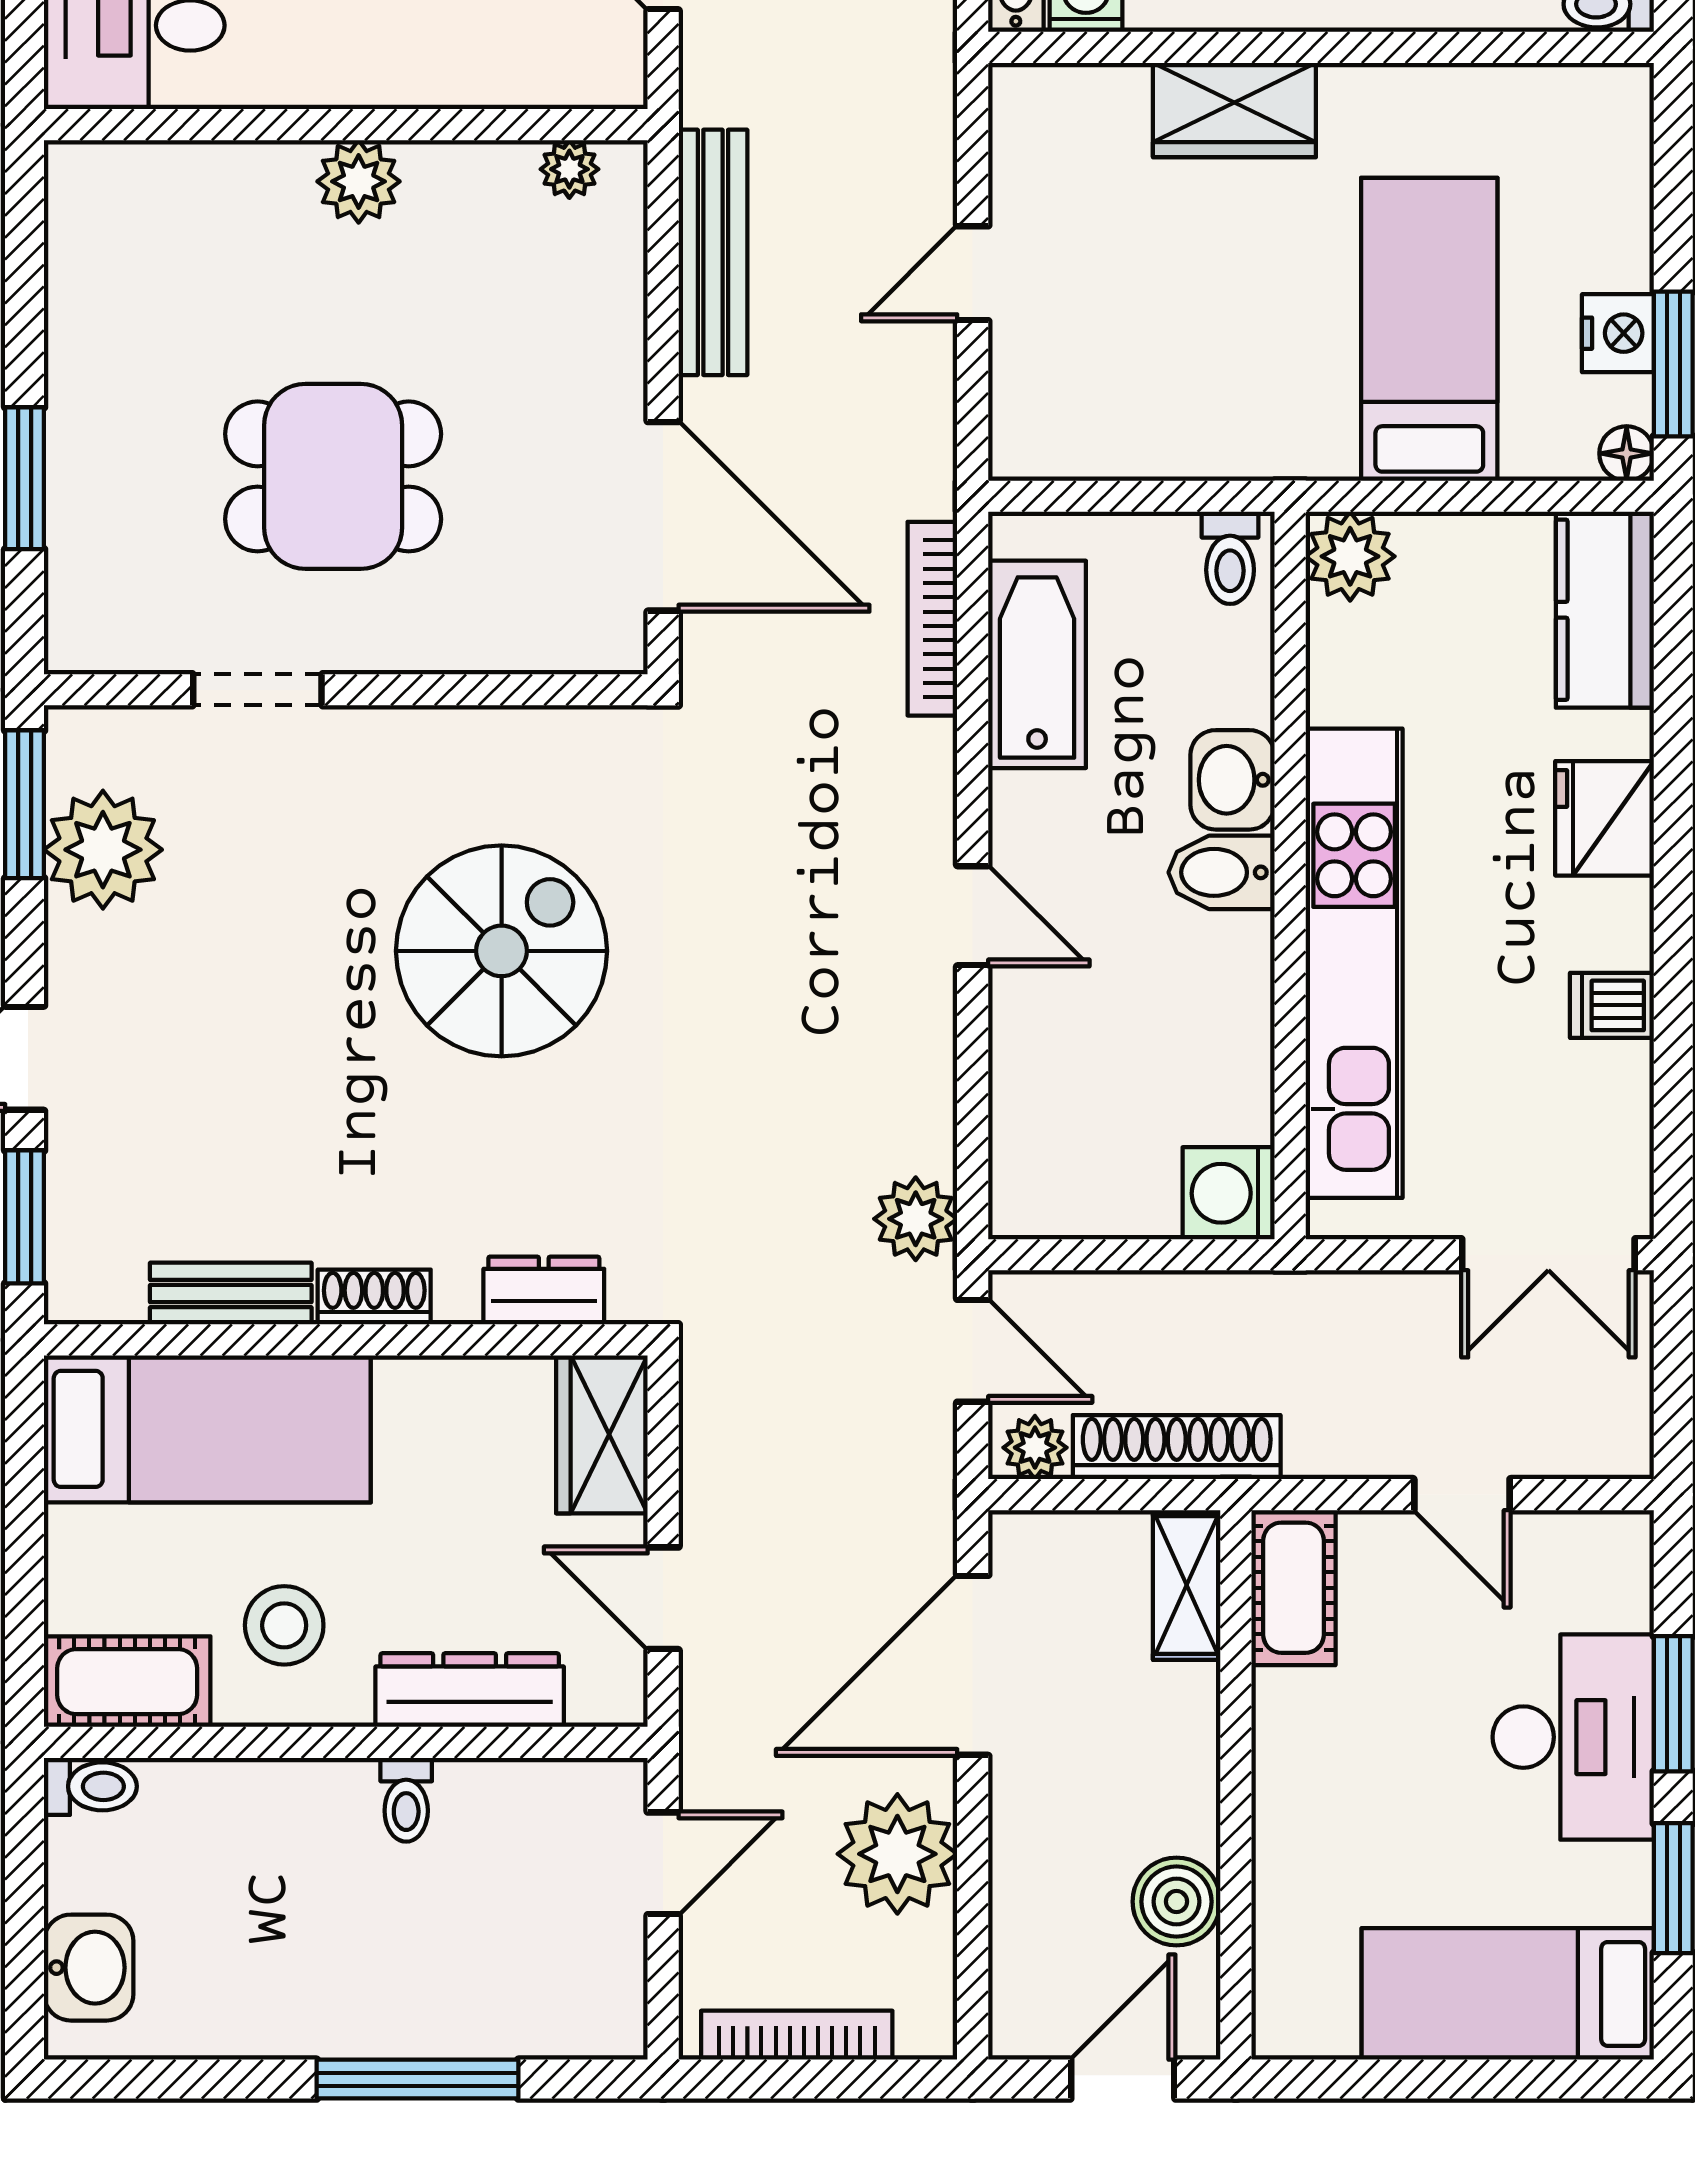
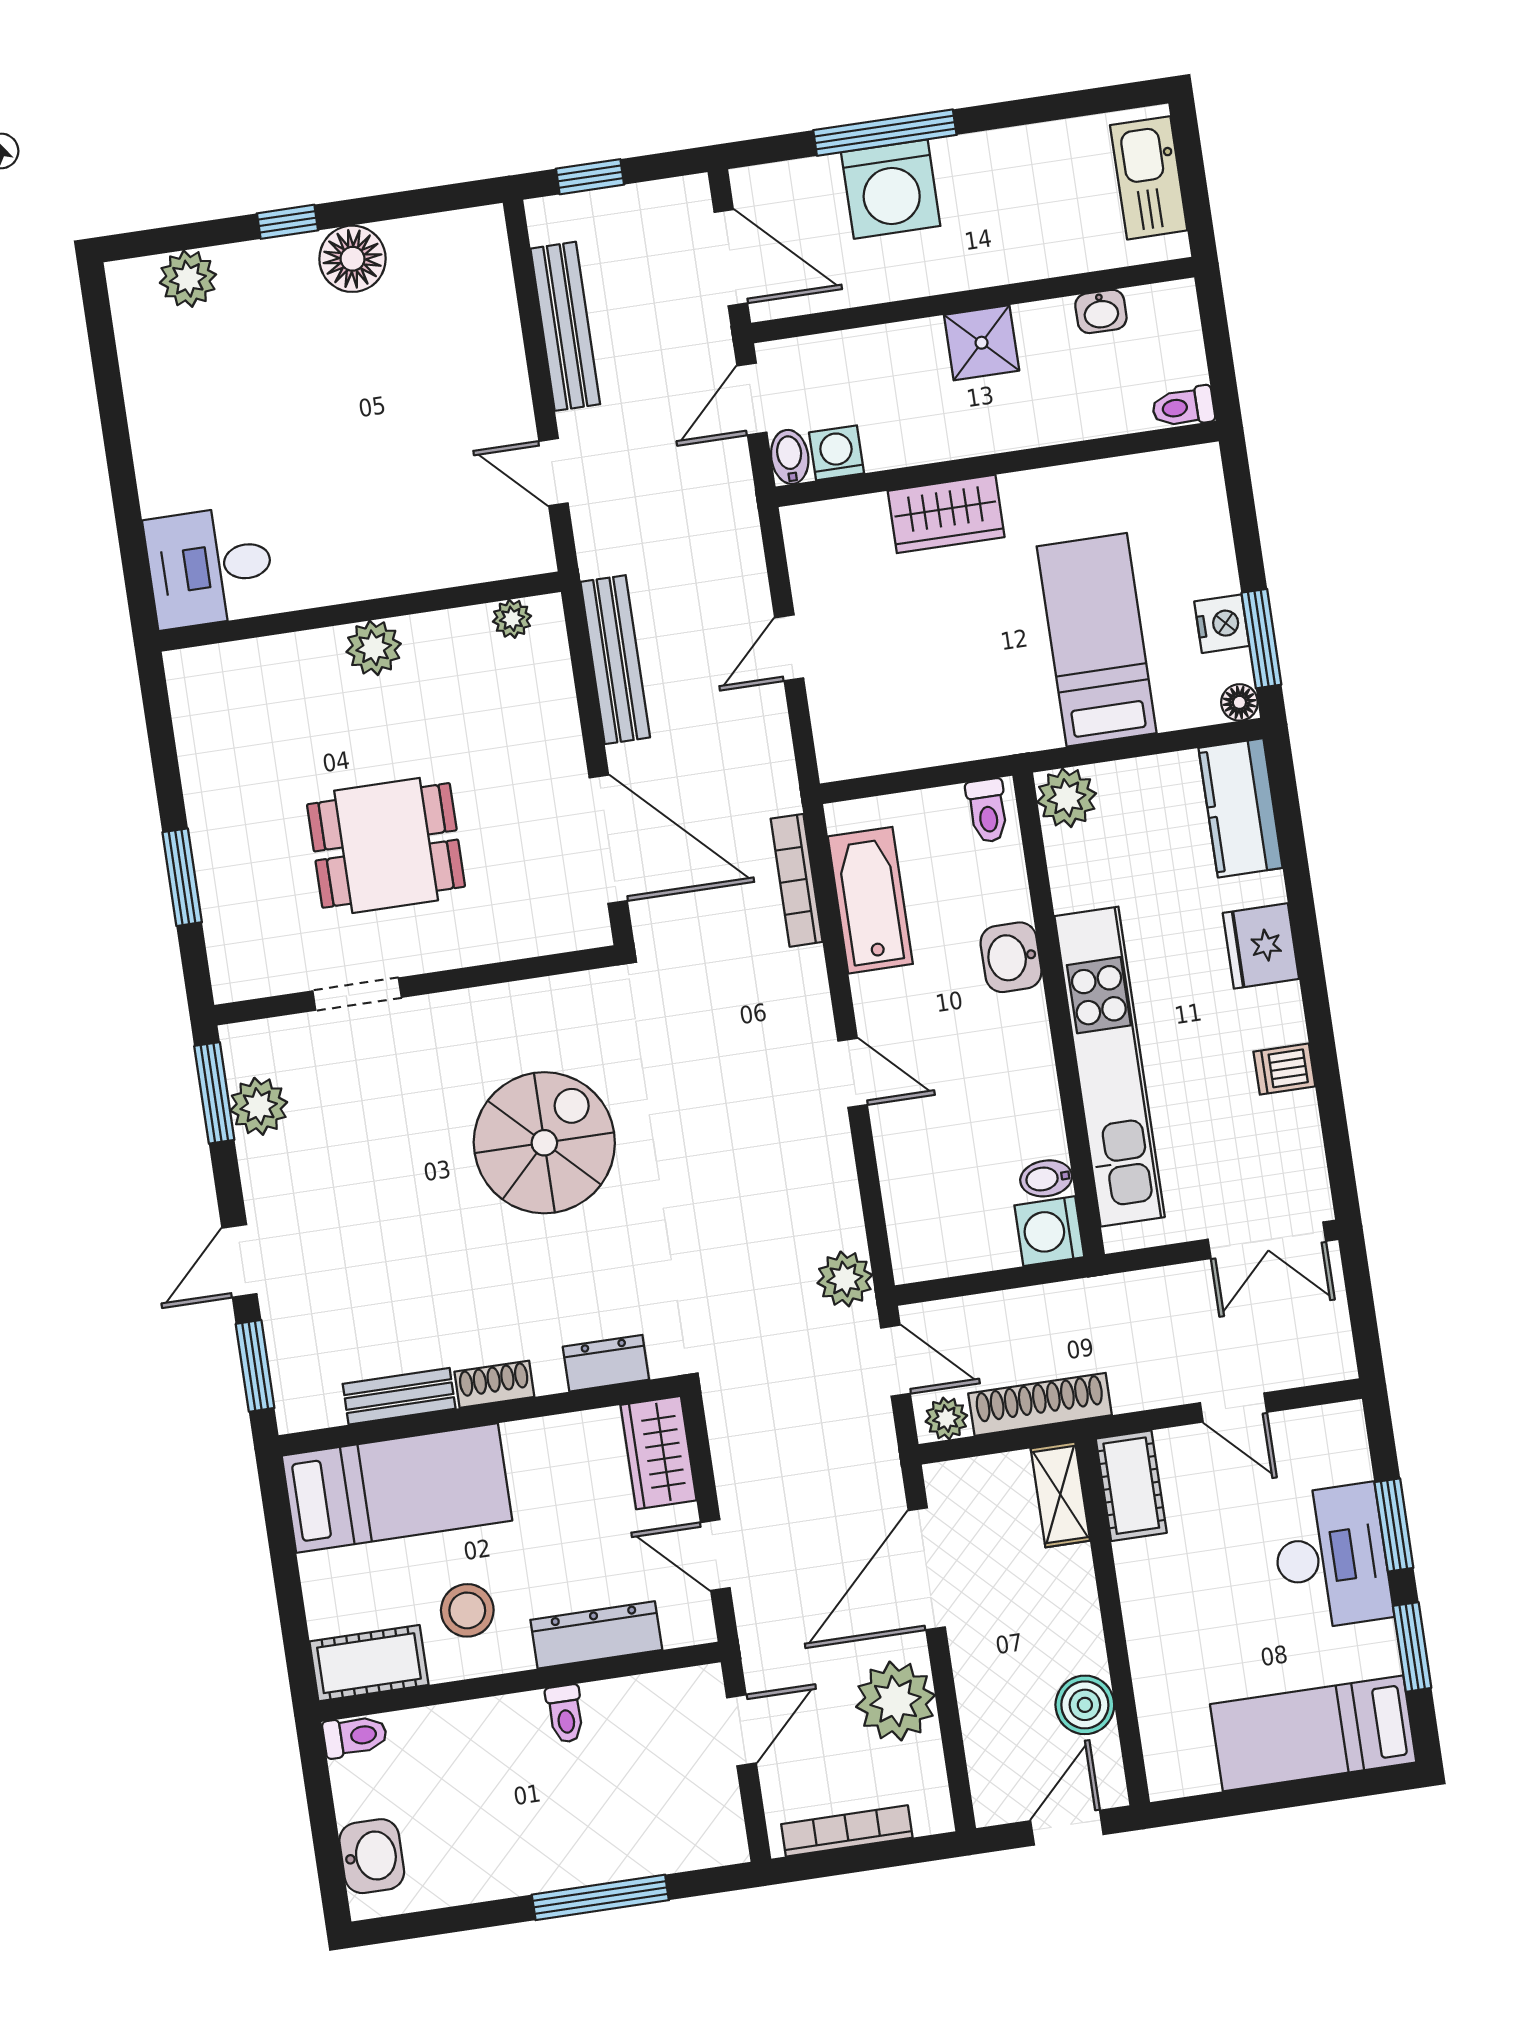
plant: (103, 850) -> (259, 1106), width x0.73, depth x0.73
bidet: (1222, 872) -> (1046, 1178), moved, width x0.72, depth x0.74

